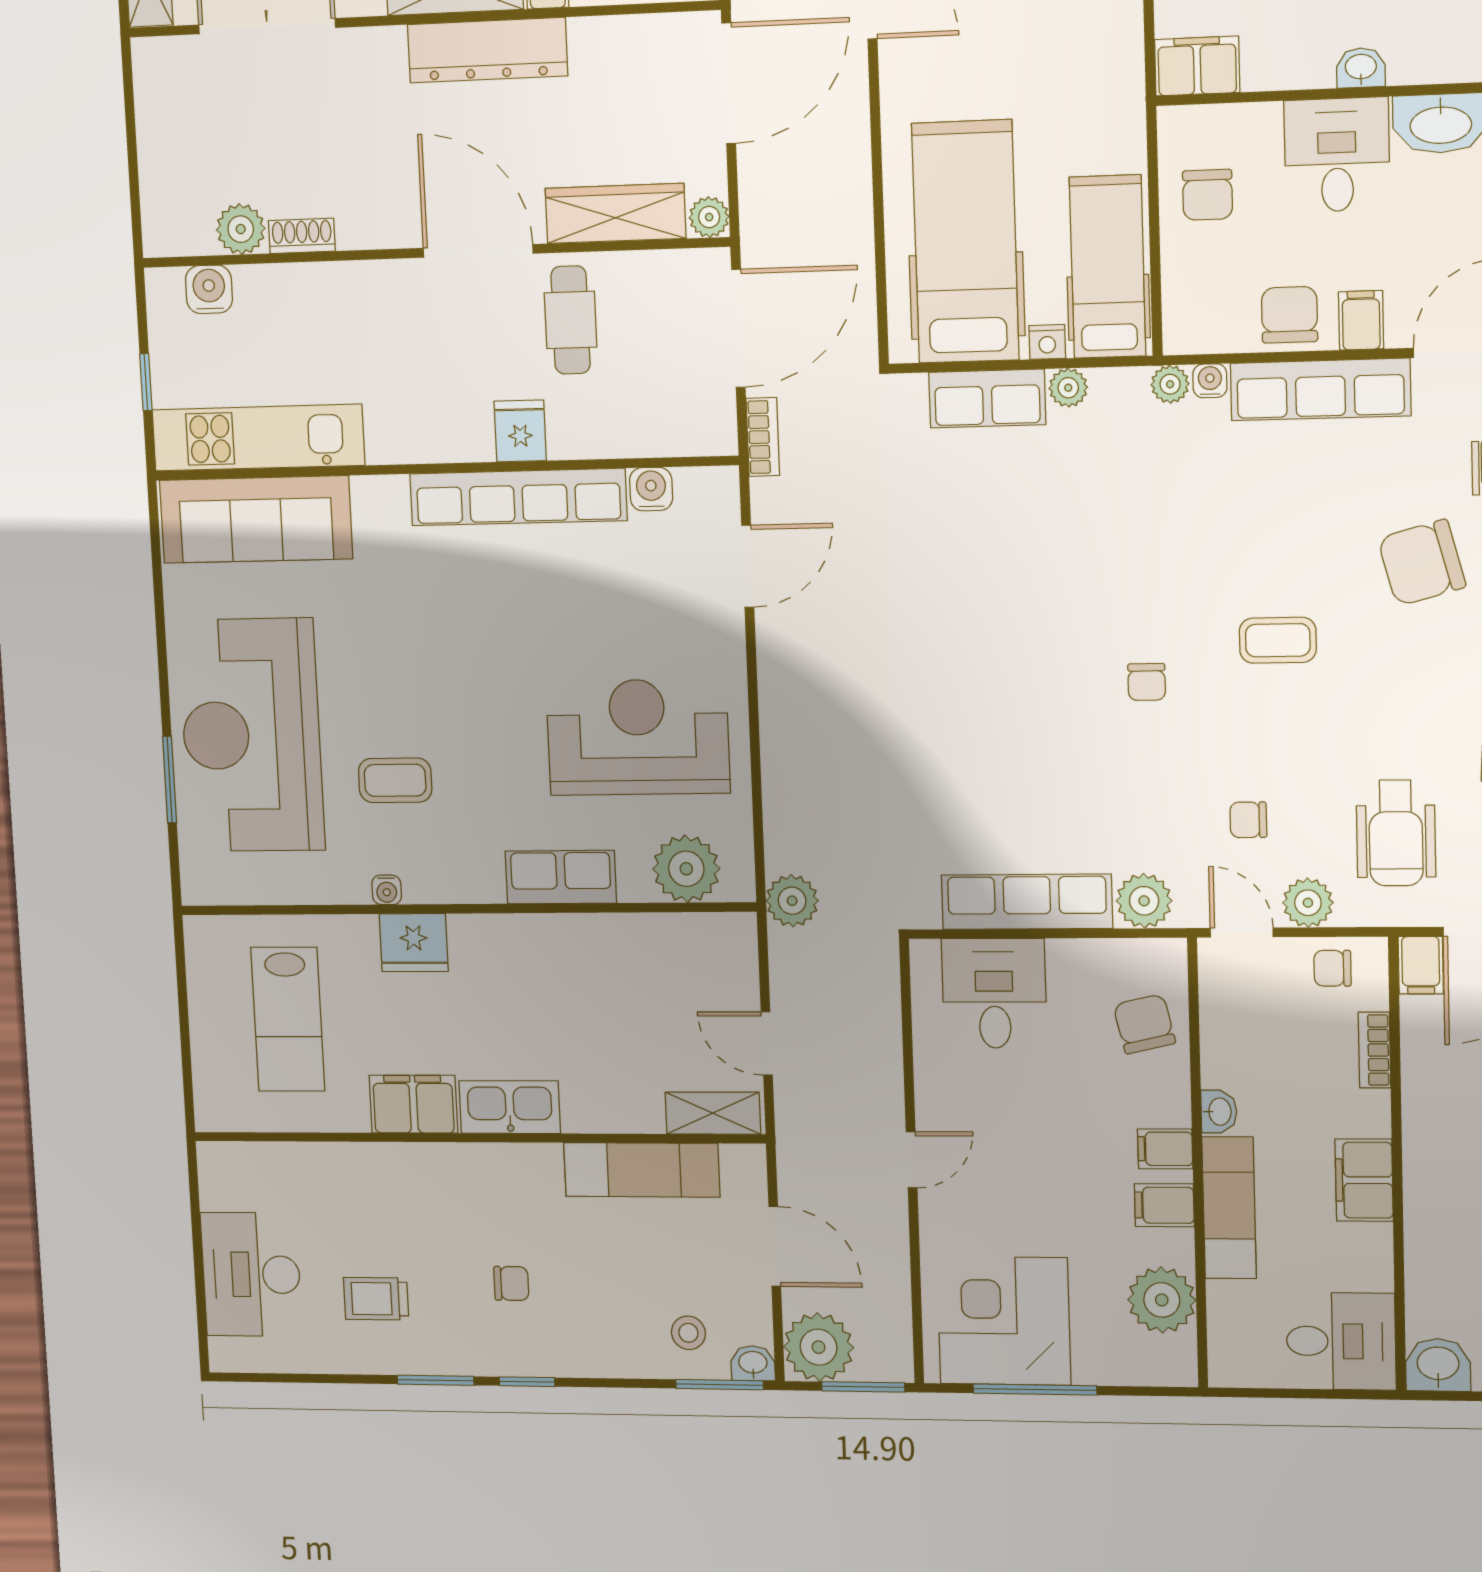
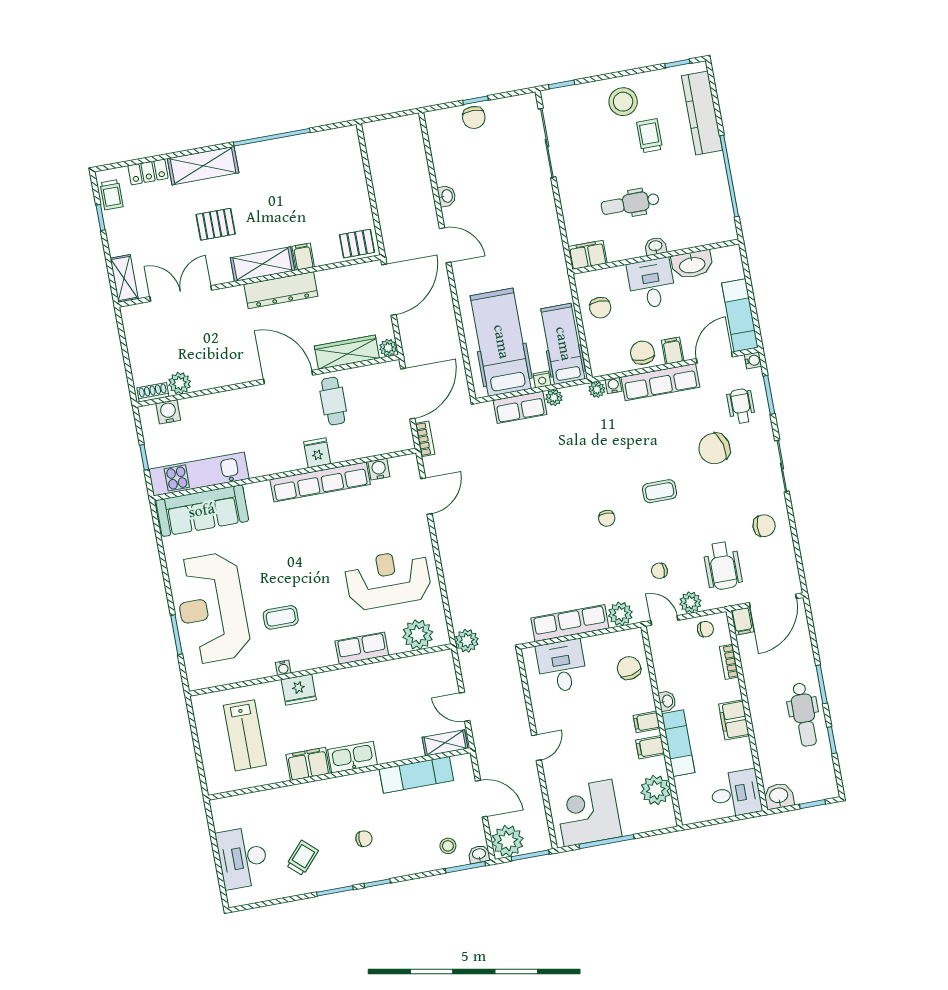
shoe rack: (302, 236) -> (153, 392), moved
chair: (1332, 968) -> (705, 629), turned 180
trolley: (376, 1299) -> (302, 858), turned 132

